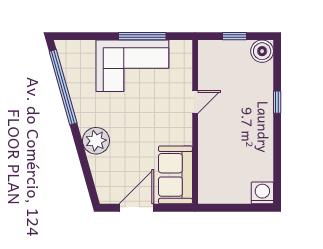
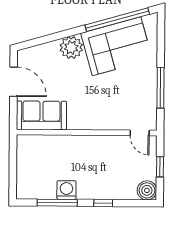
corner sofa: (132, 66) -> (116, 46), moved, turned -106
door: (195, 102) -> (140, 133), moved
window: (277, 156) -> (57, 203), added
washing machine: (262, 193) -> (66, 190), moved, turned -90

